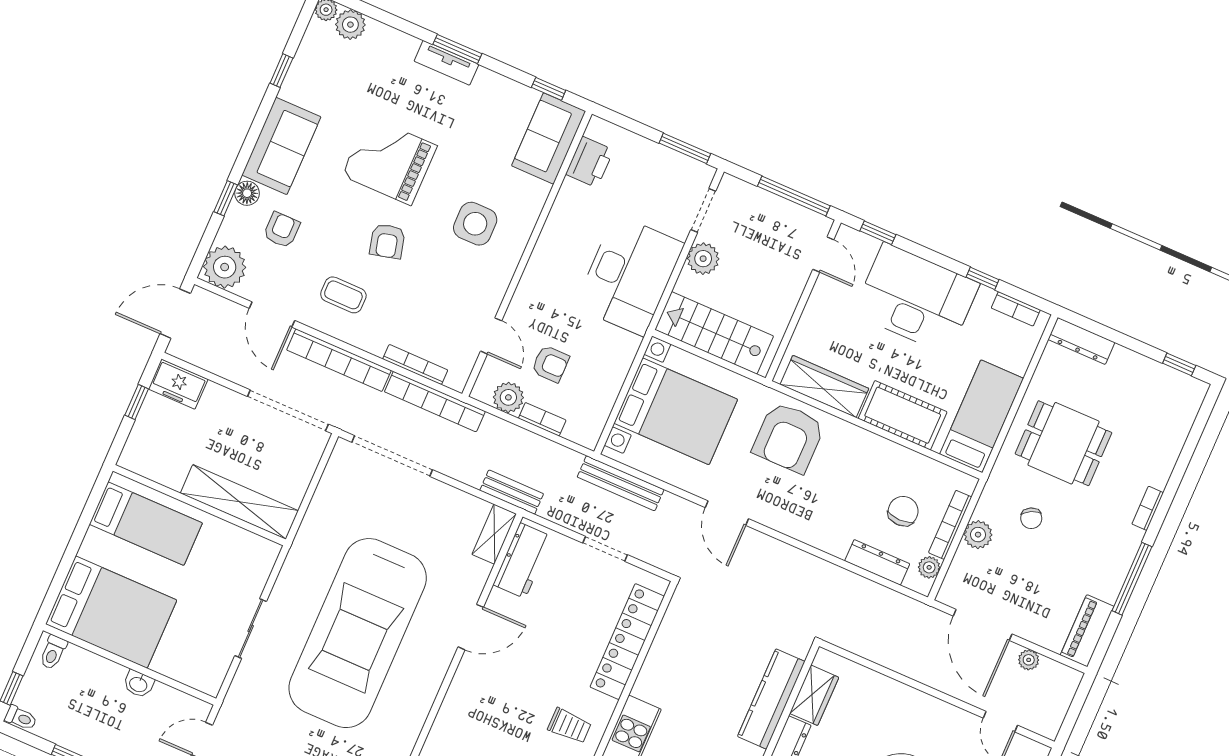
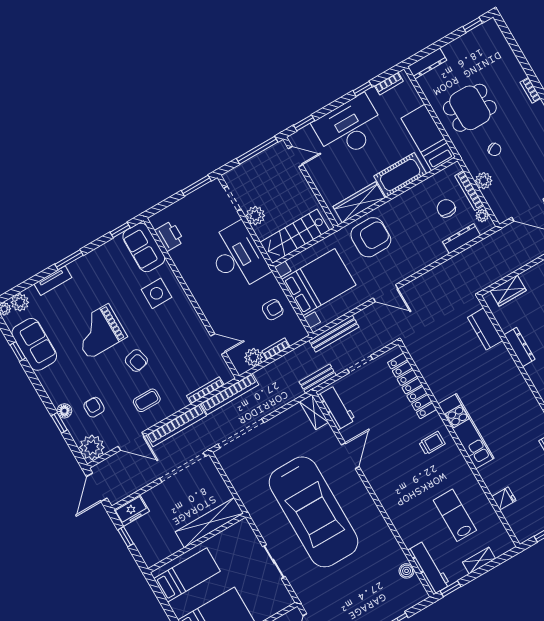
tv unit: (446, 63) -> (53, 281), moved
sofa: (281, 146) -> (34, 344), moved
side table: (475, 224) -> (156, 293), moved
armchair: (550, 364) -> (273, 310), moved
armchair: (789, 437) -> (371, 237), turned -90
bench: (512, 492) -> (318, 379), moved
wardrobe: (814, 695) -> (508, 291), moved, turned 90
kitchen counter: (771, 699) -> (485, 329), width x0.67

